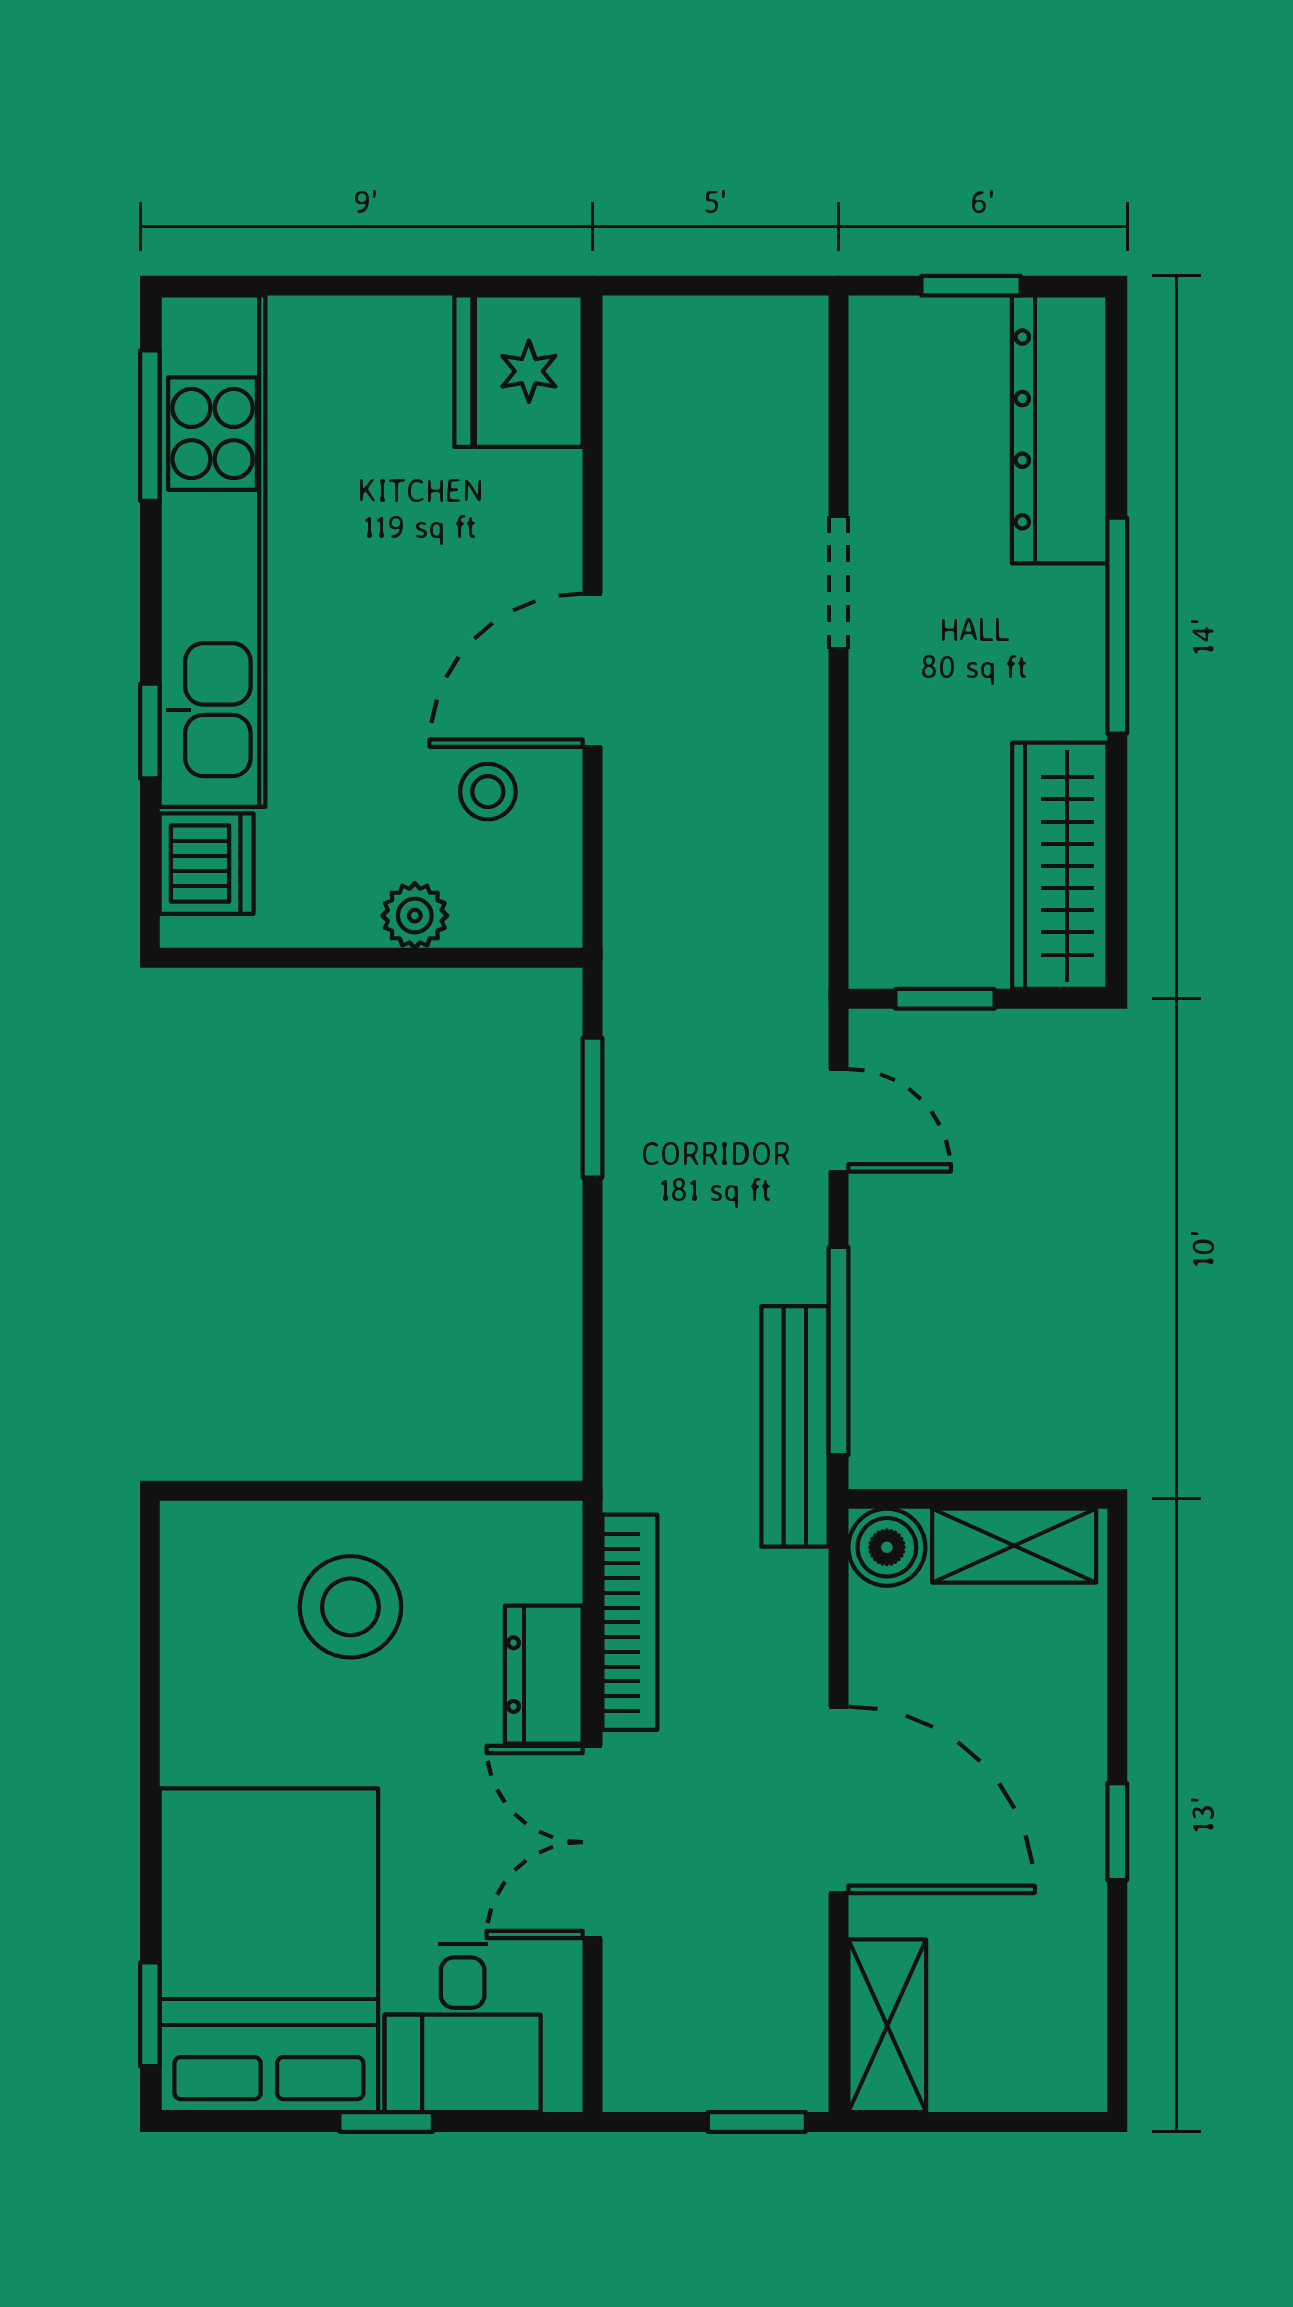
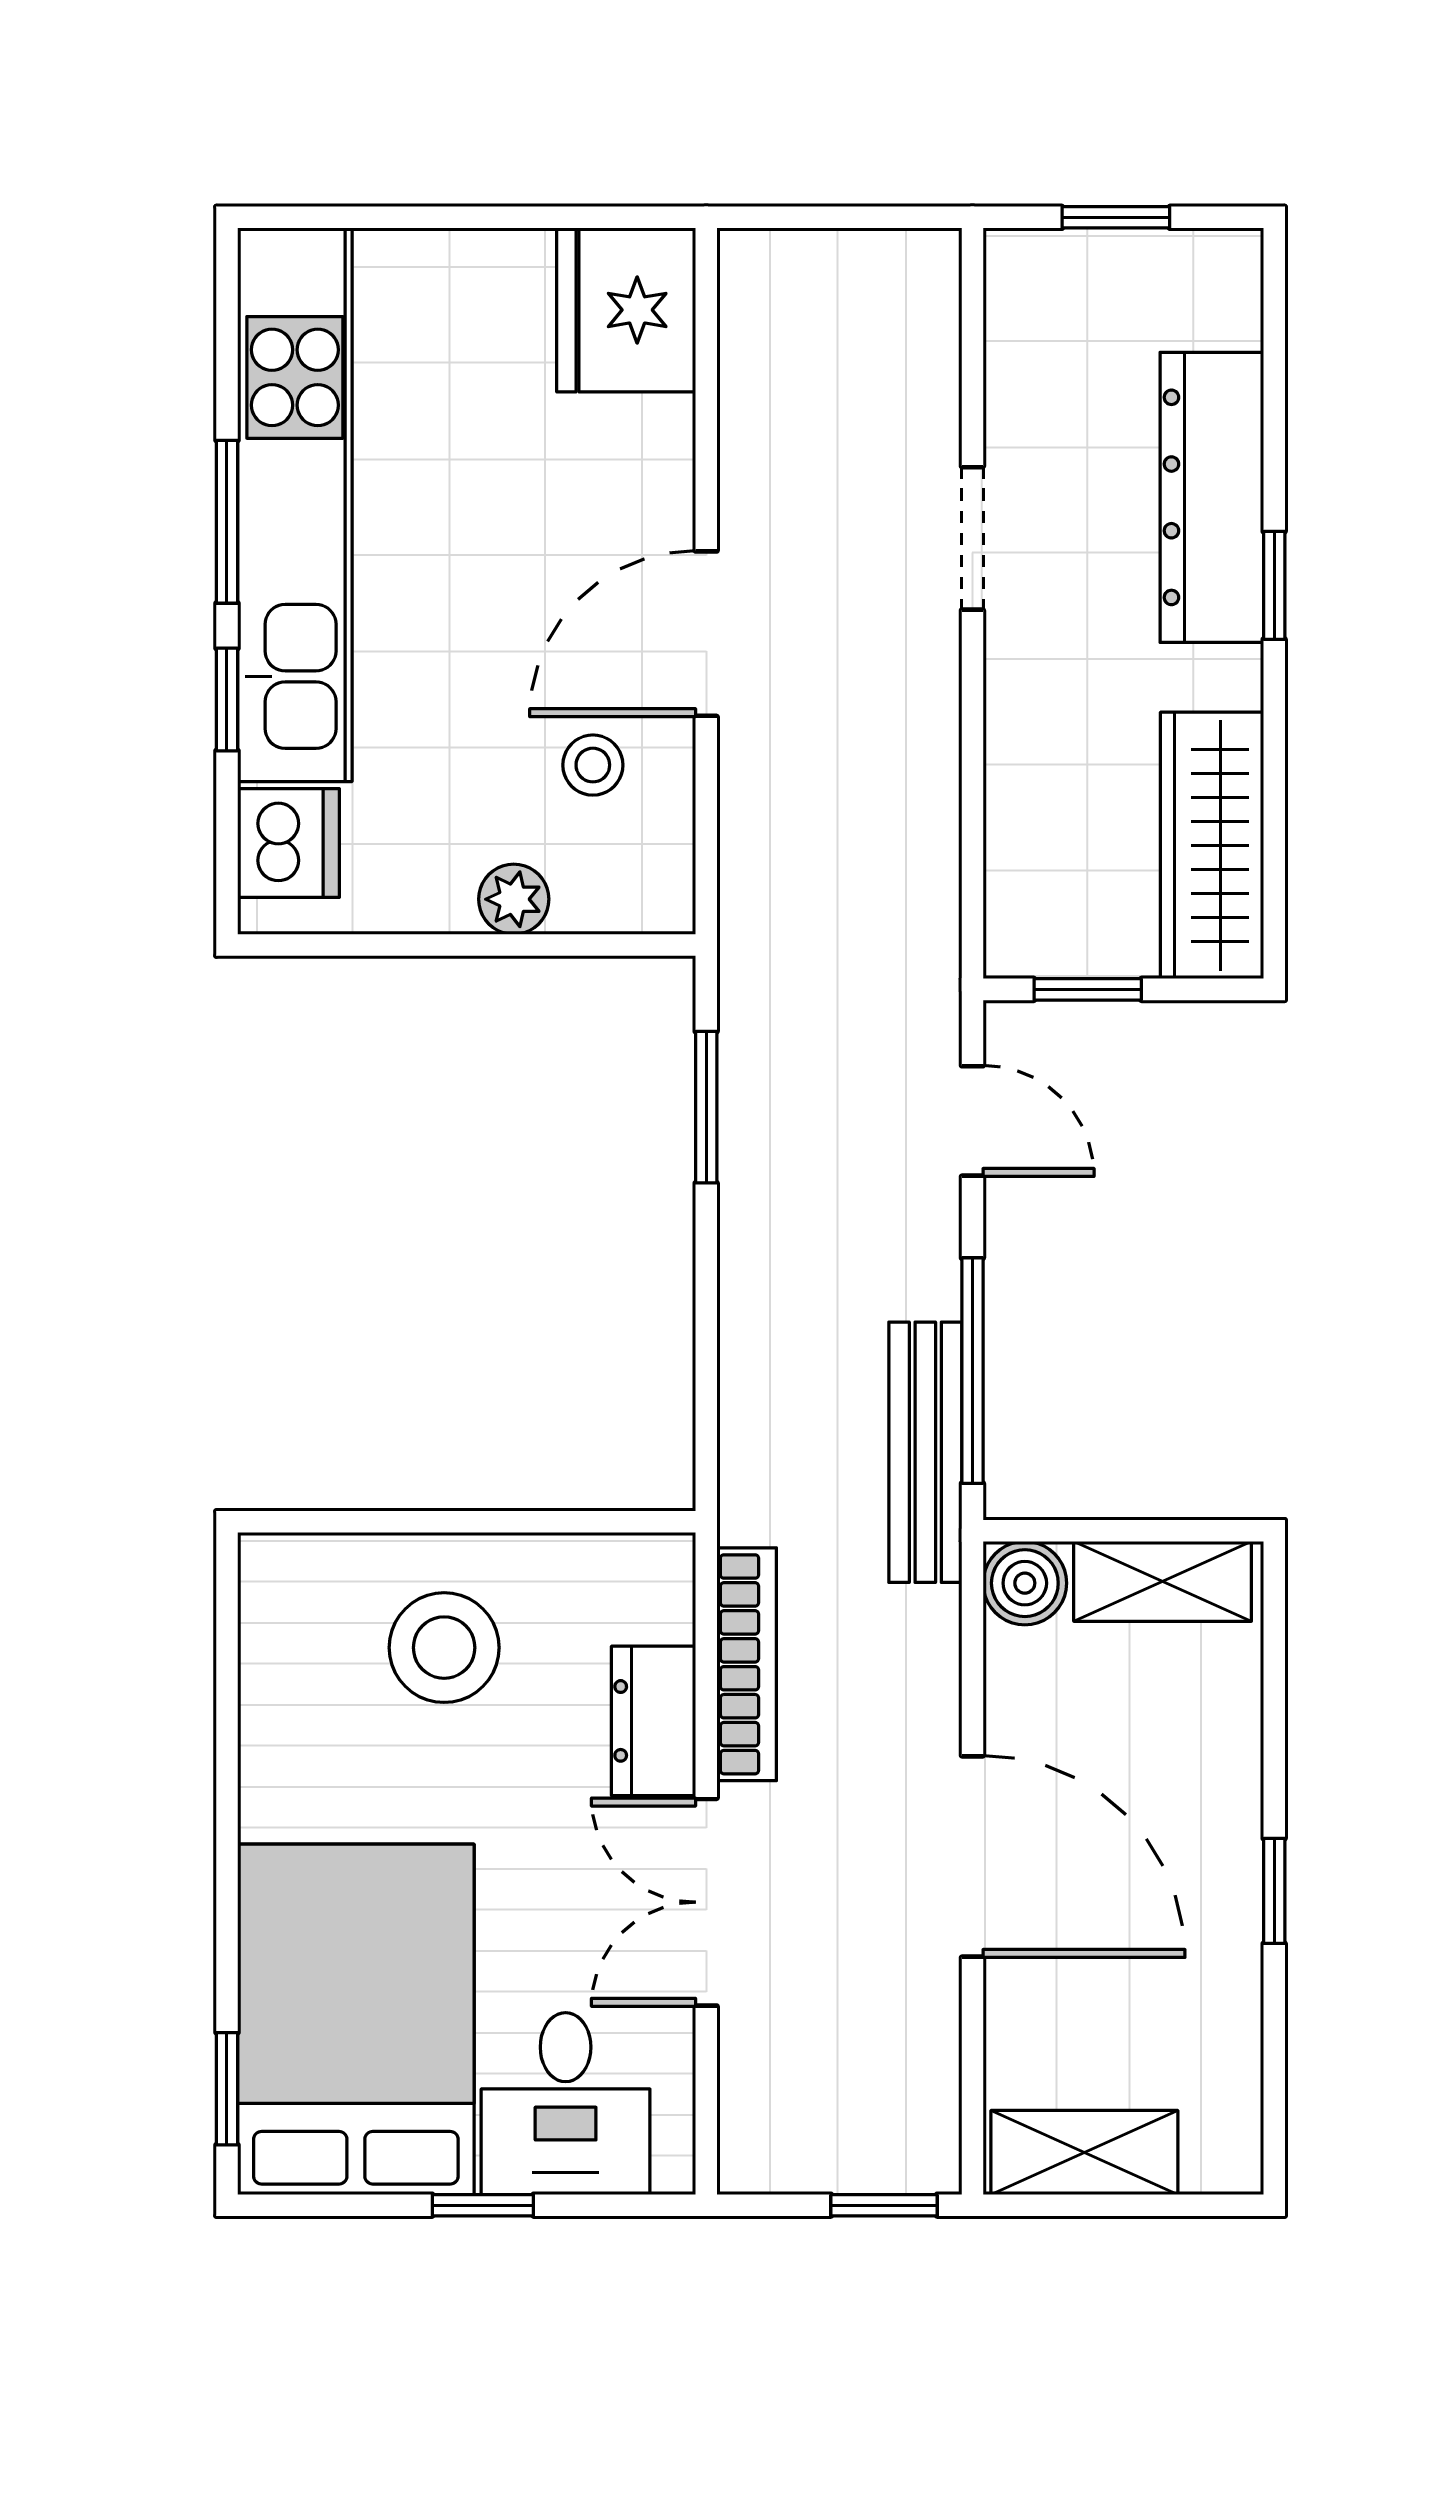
window: (150, 426) -> (227, 522), moved
dresser: (1060, 429) -> (1212, 497), moved
window: (1117, 626) -> (1274, 585), width x0.46
shelving: (887, 2026) -> (1084, 2152), moved, turned 90

